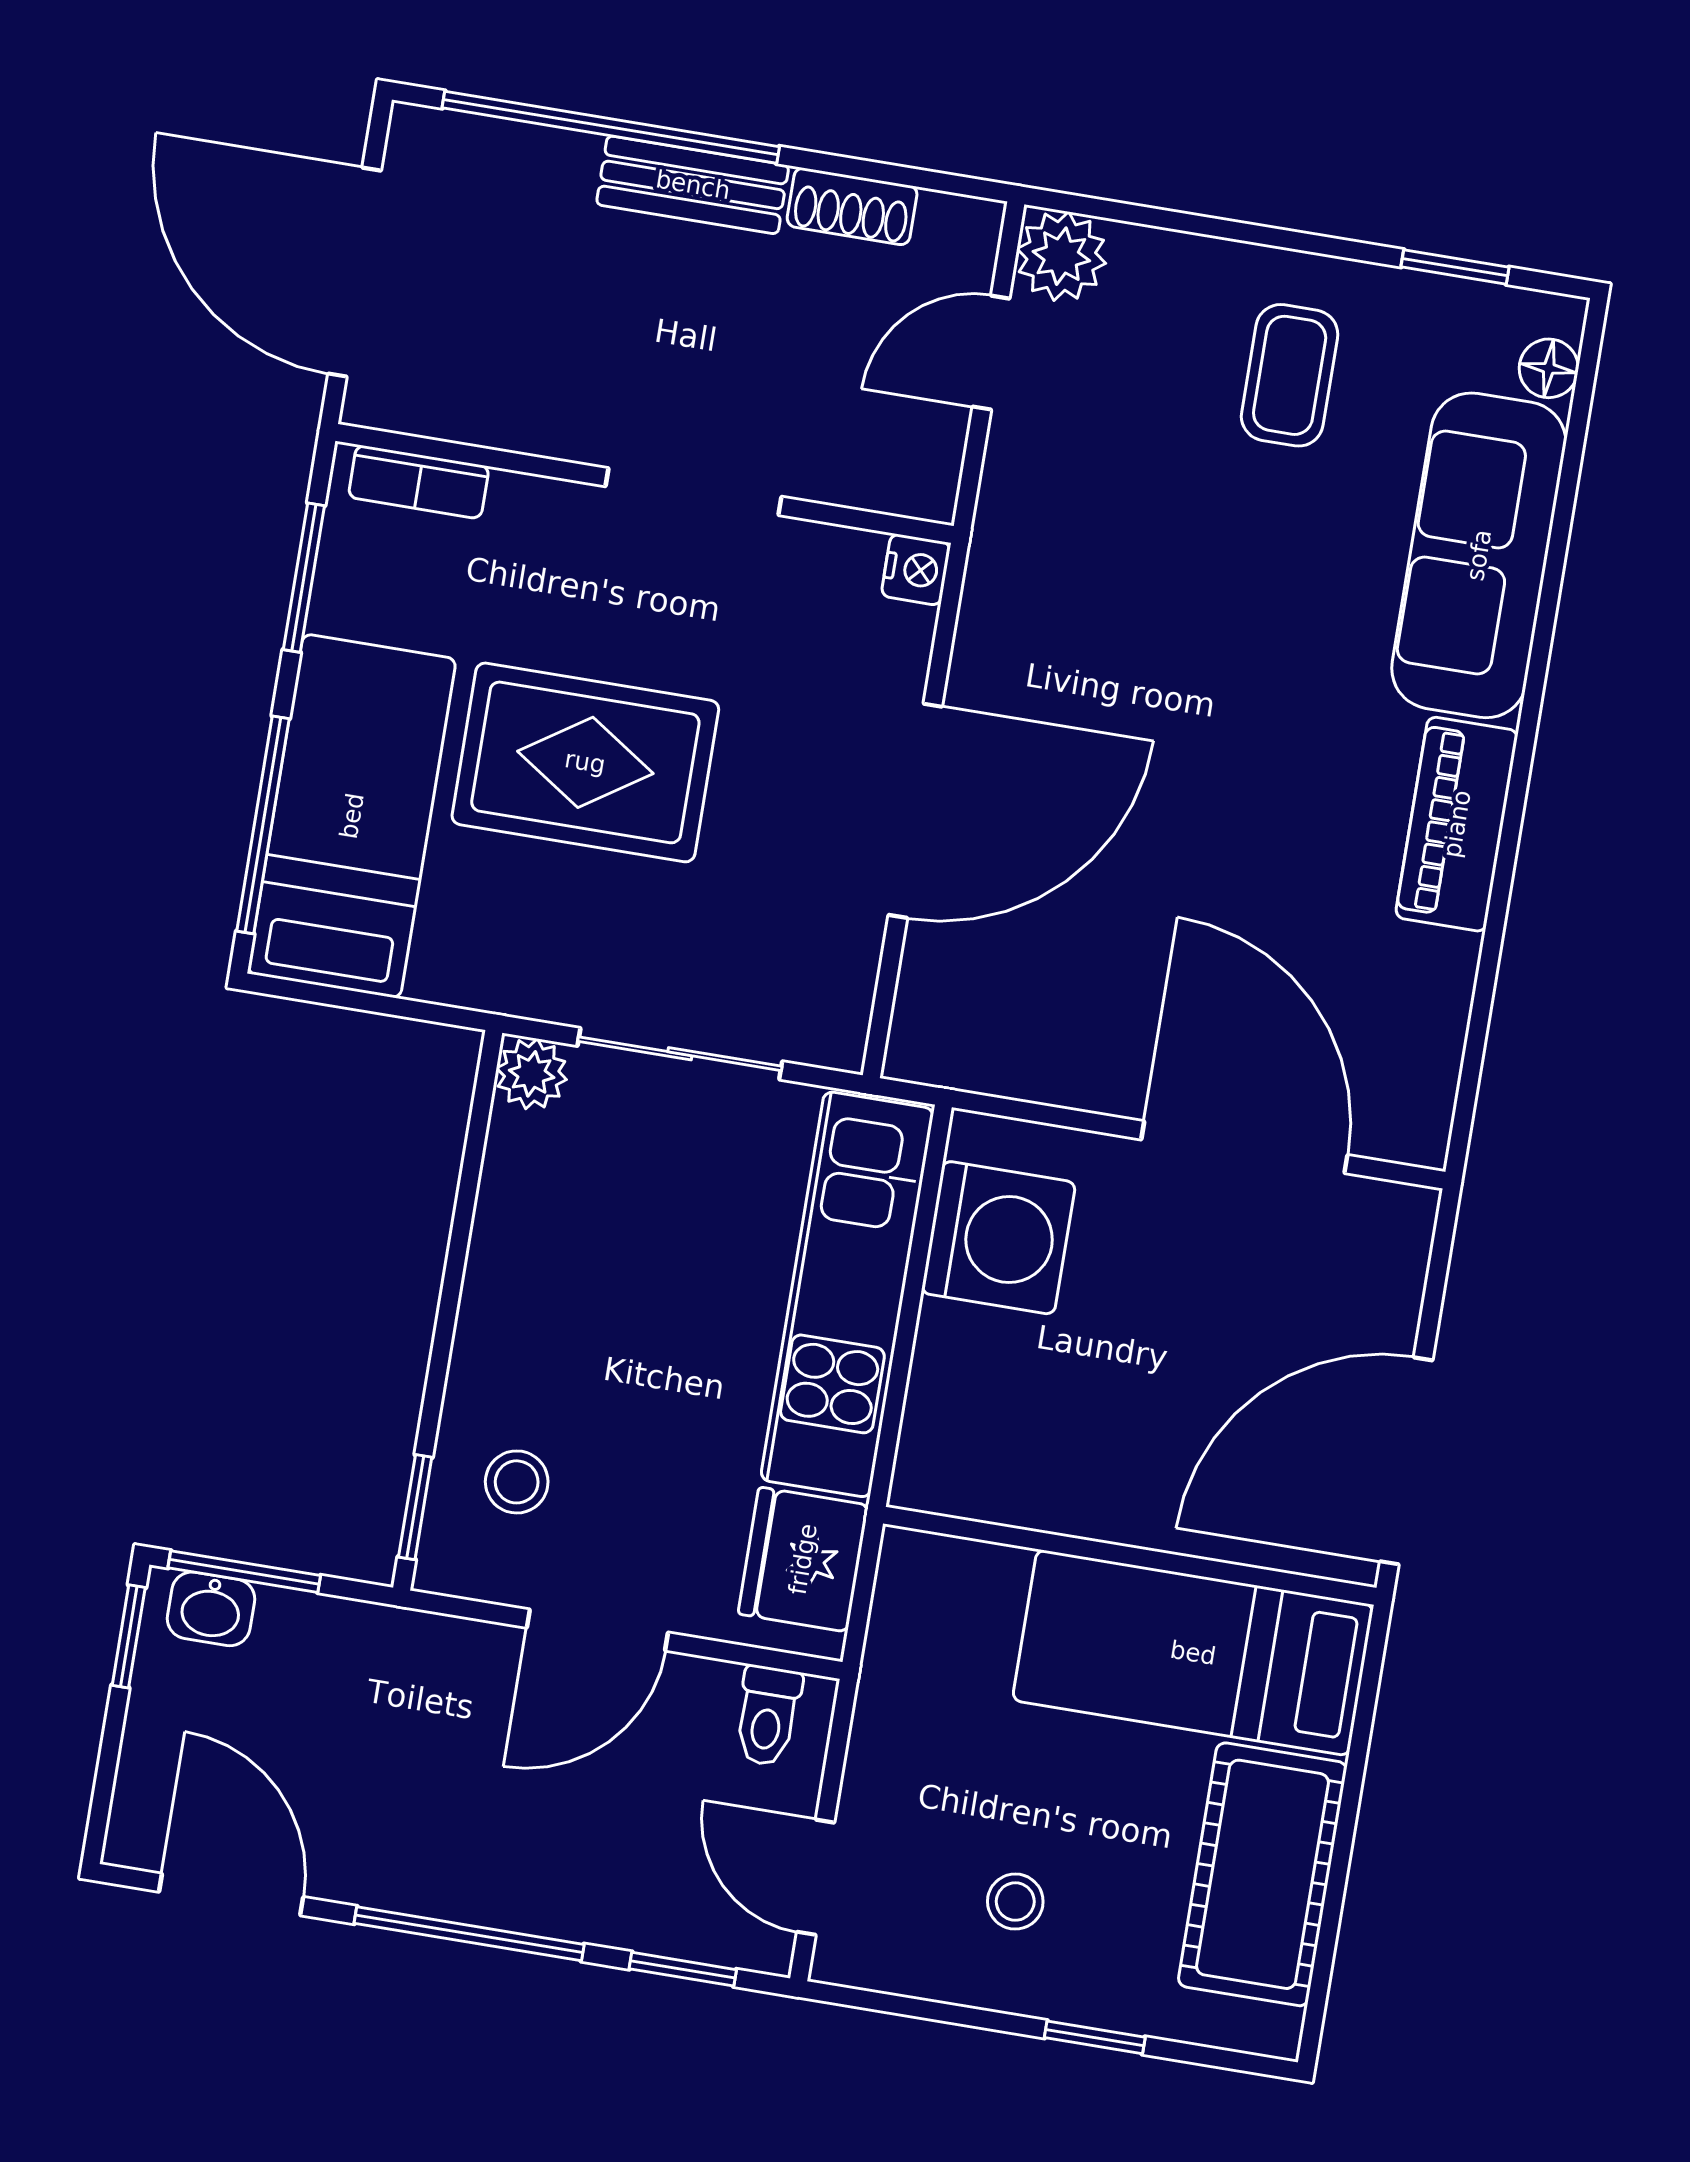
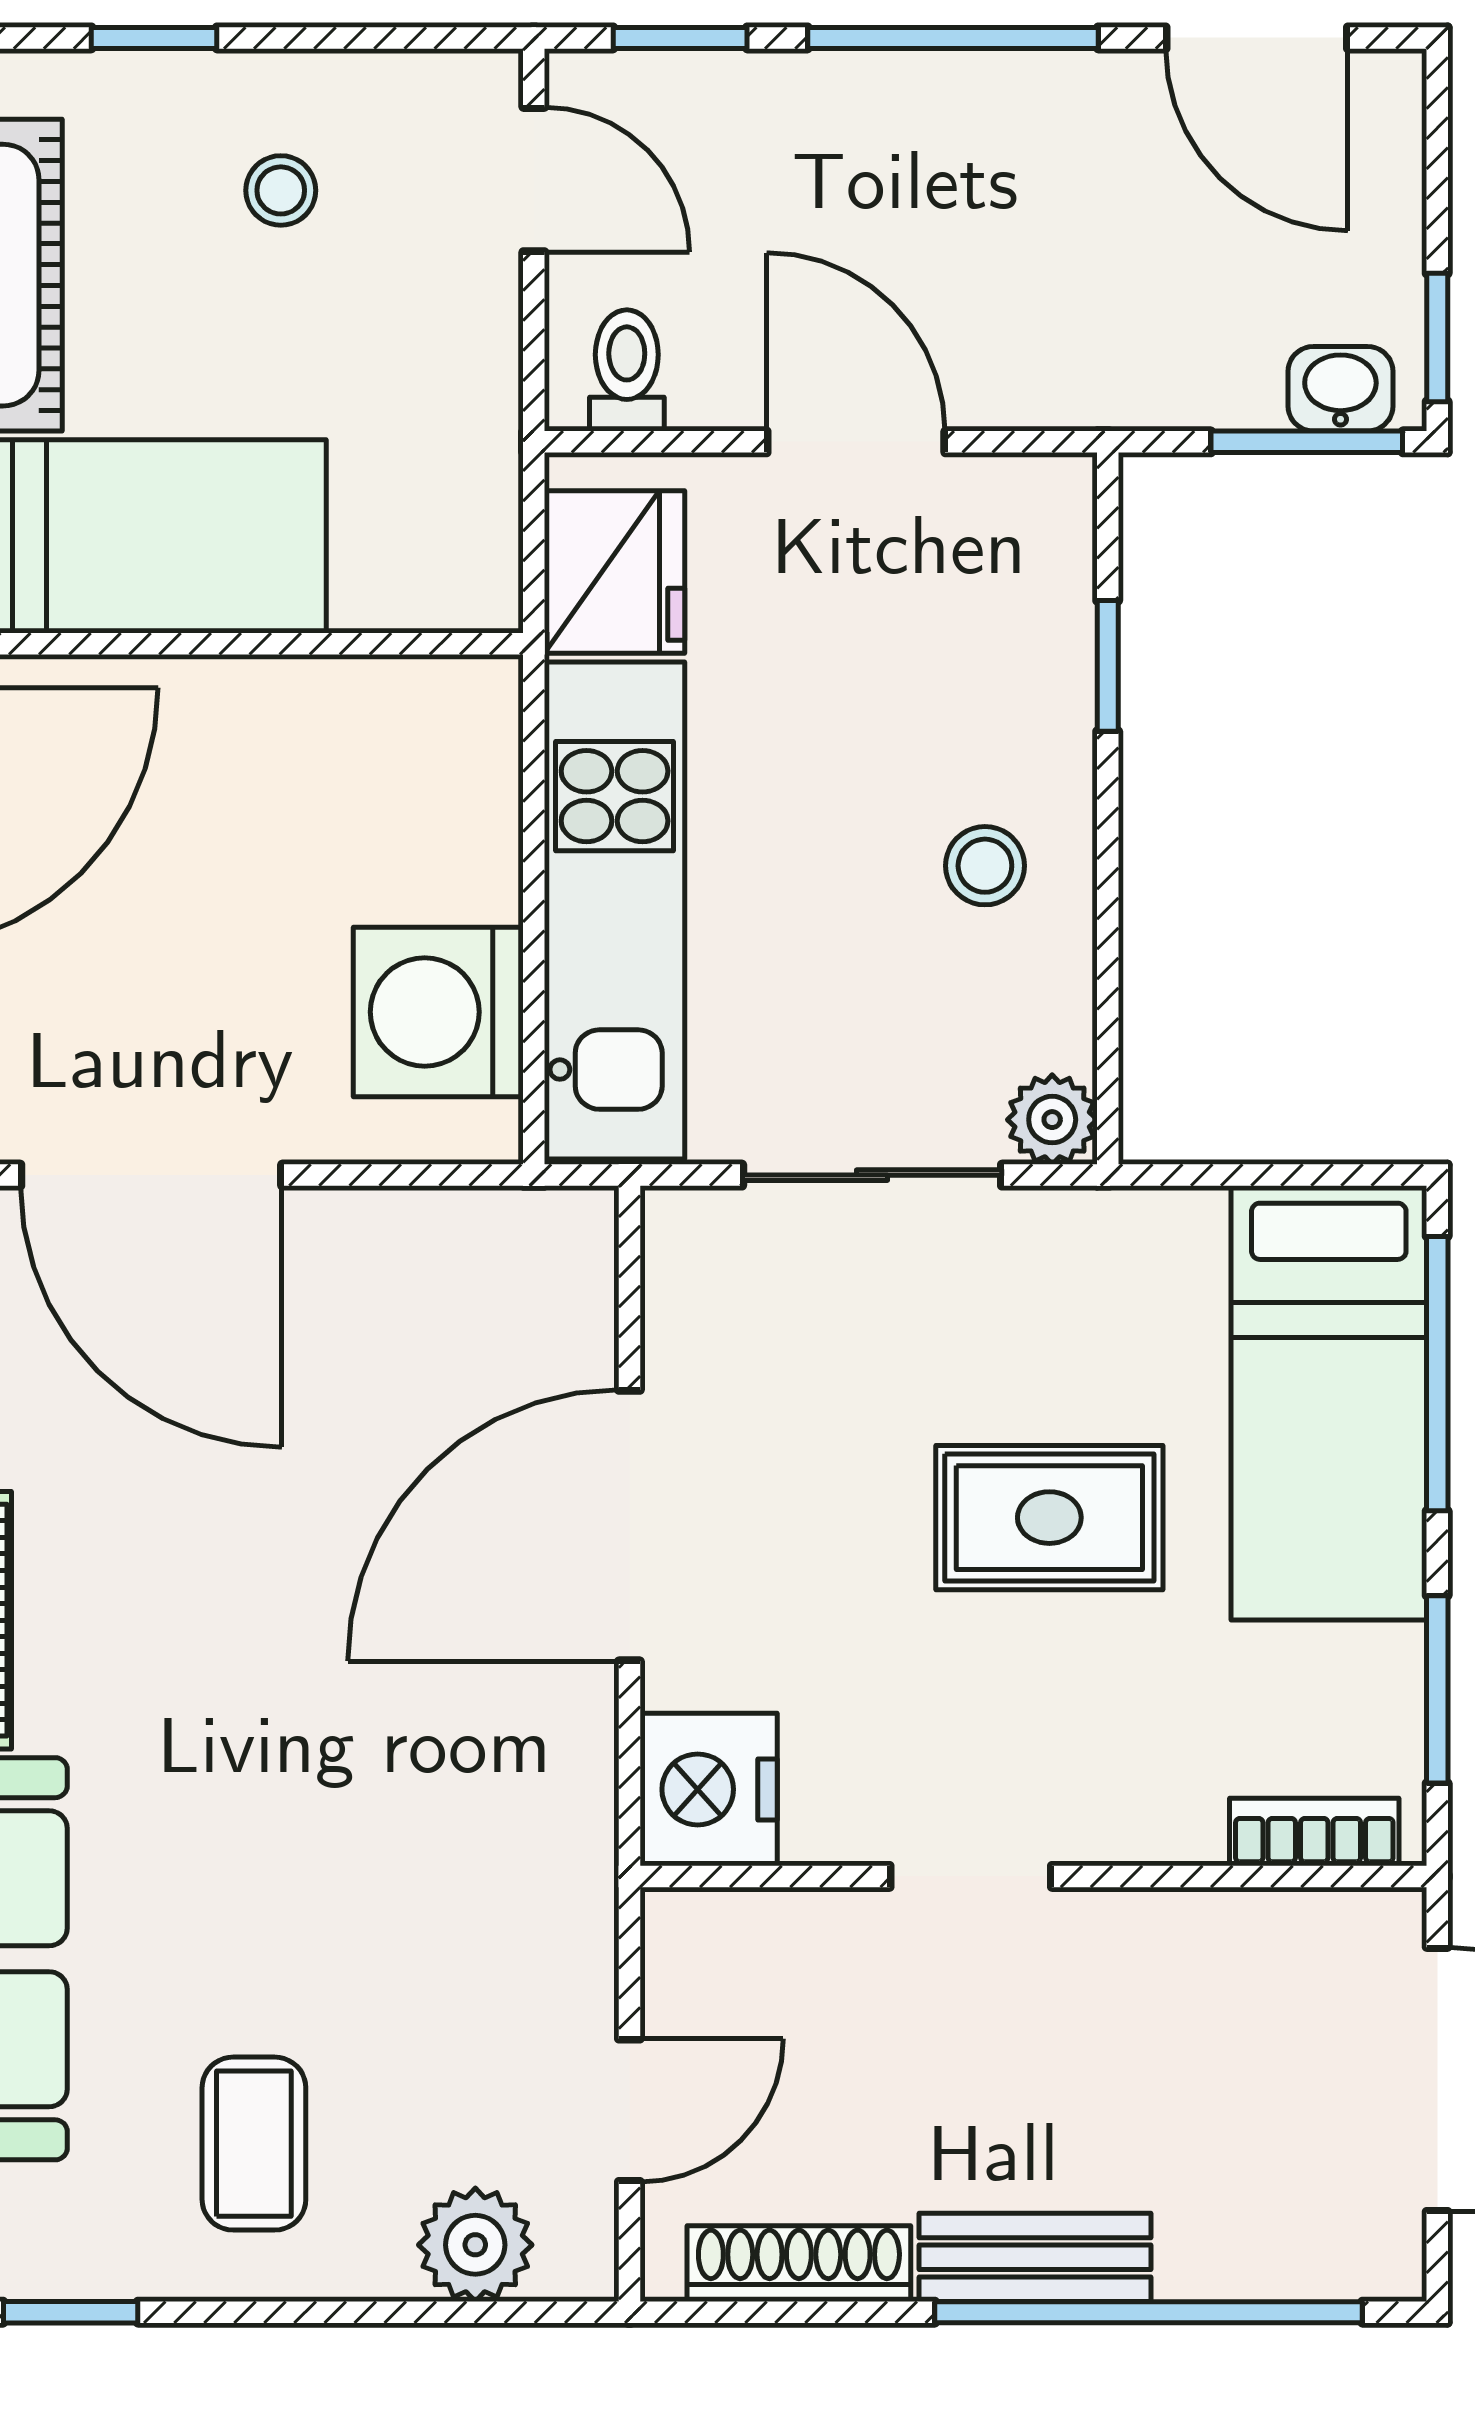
shoe rack: (852, 206) -> (799, 2264), width x1.43
plant: (1061, 256) -> (475, 2245), moved
doorway: (693, 492) -> (971, 1876), width x0.73
nightstand: (916, 569) -> (709, 1789), width x1.89, depth x1.79
rug: (585, 762) -> (1049, 1518), width x0.73, depth x0.70
stool: (517, 1482) -> (985, 866), moved
window: (415, 1507) -> (1108, 666), moved
door: (597, 1630) -> (856, 442), hinge flipped

